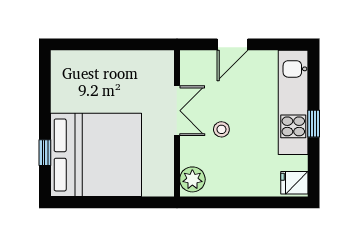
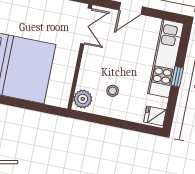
double door: (177, 111) -> (86, 26), moved
stool: (221, 129) -> (113, 91), moved

